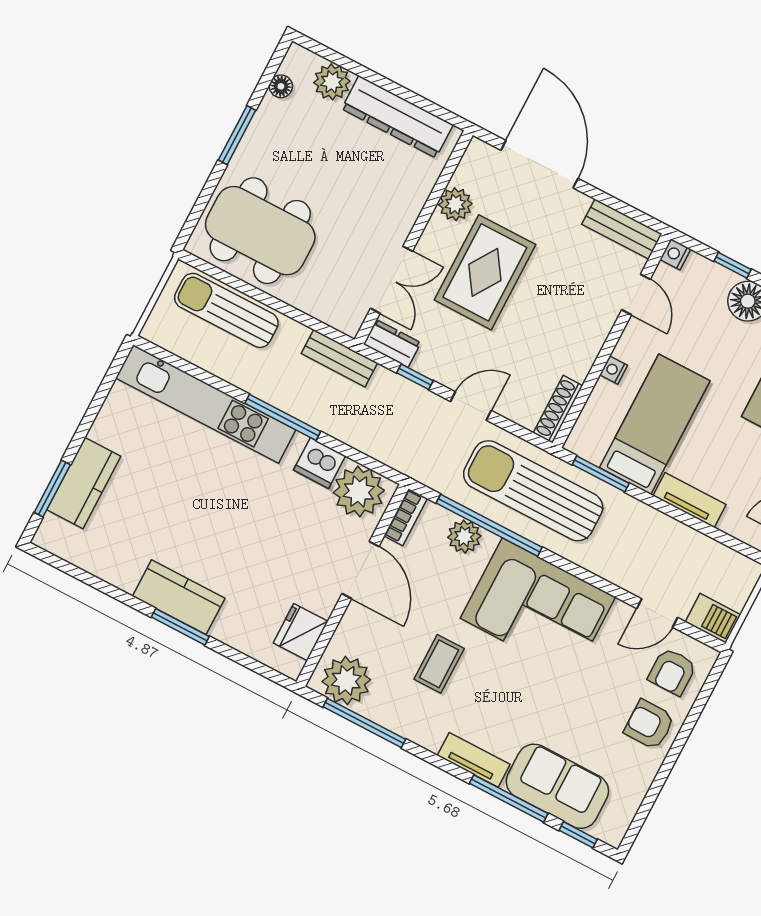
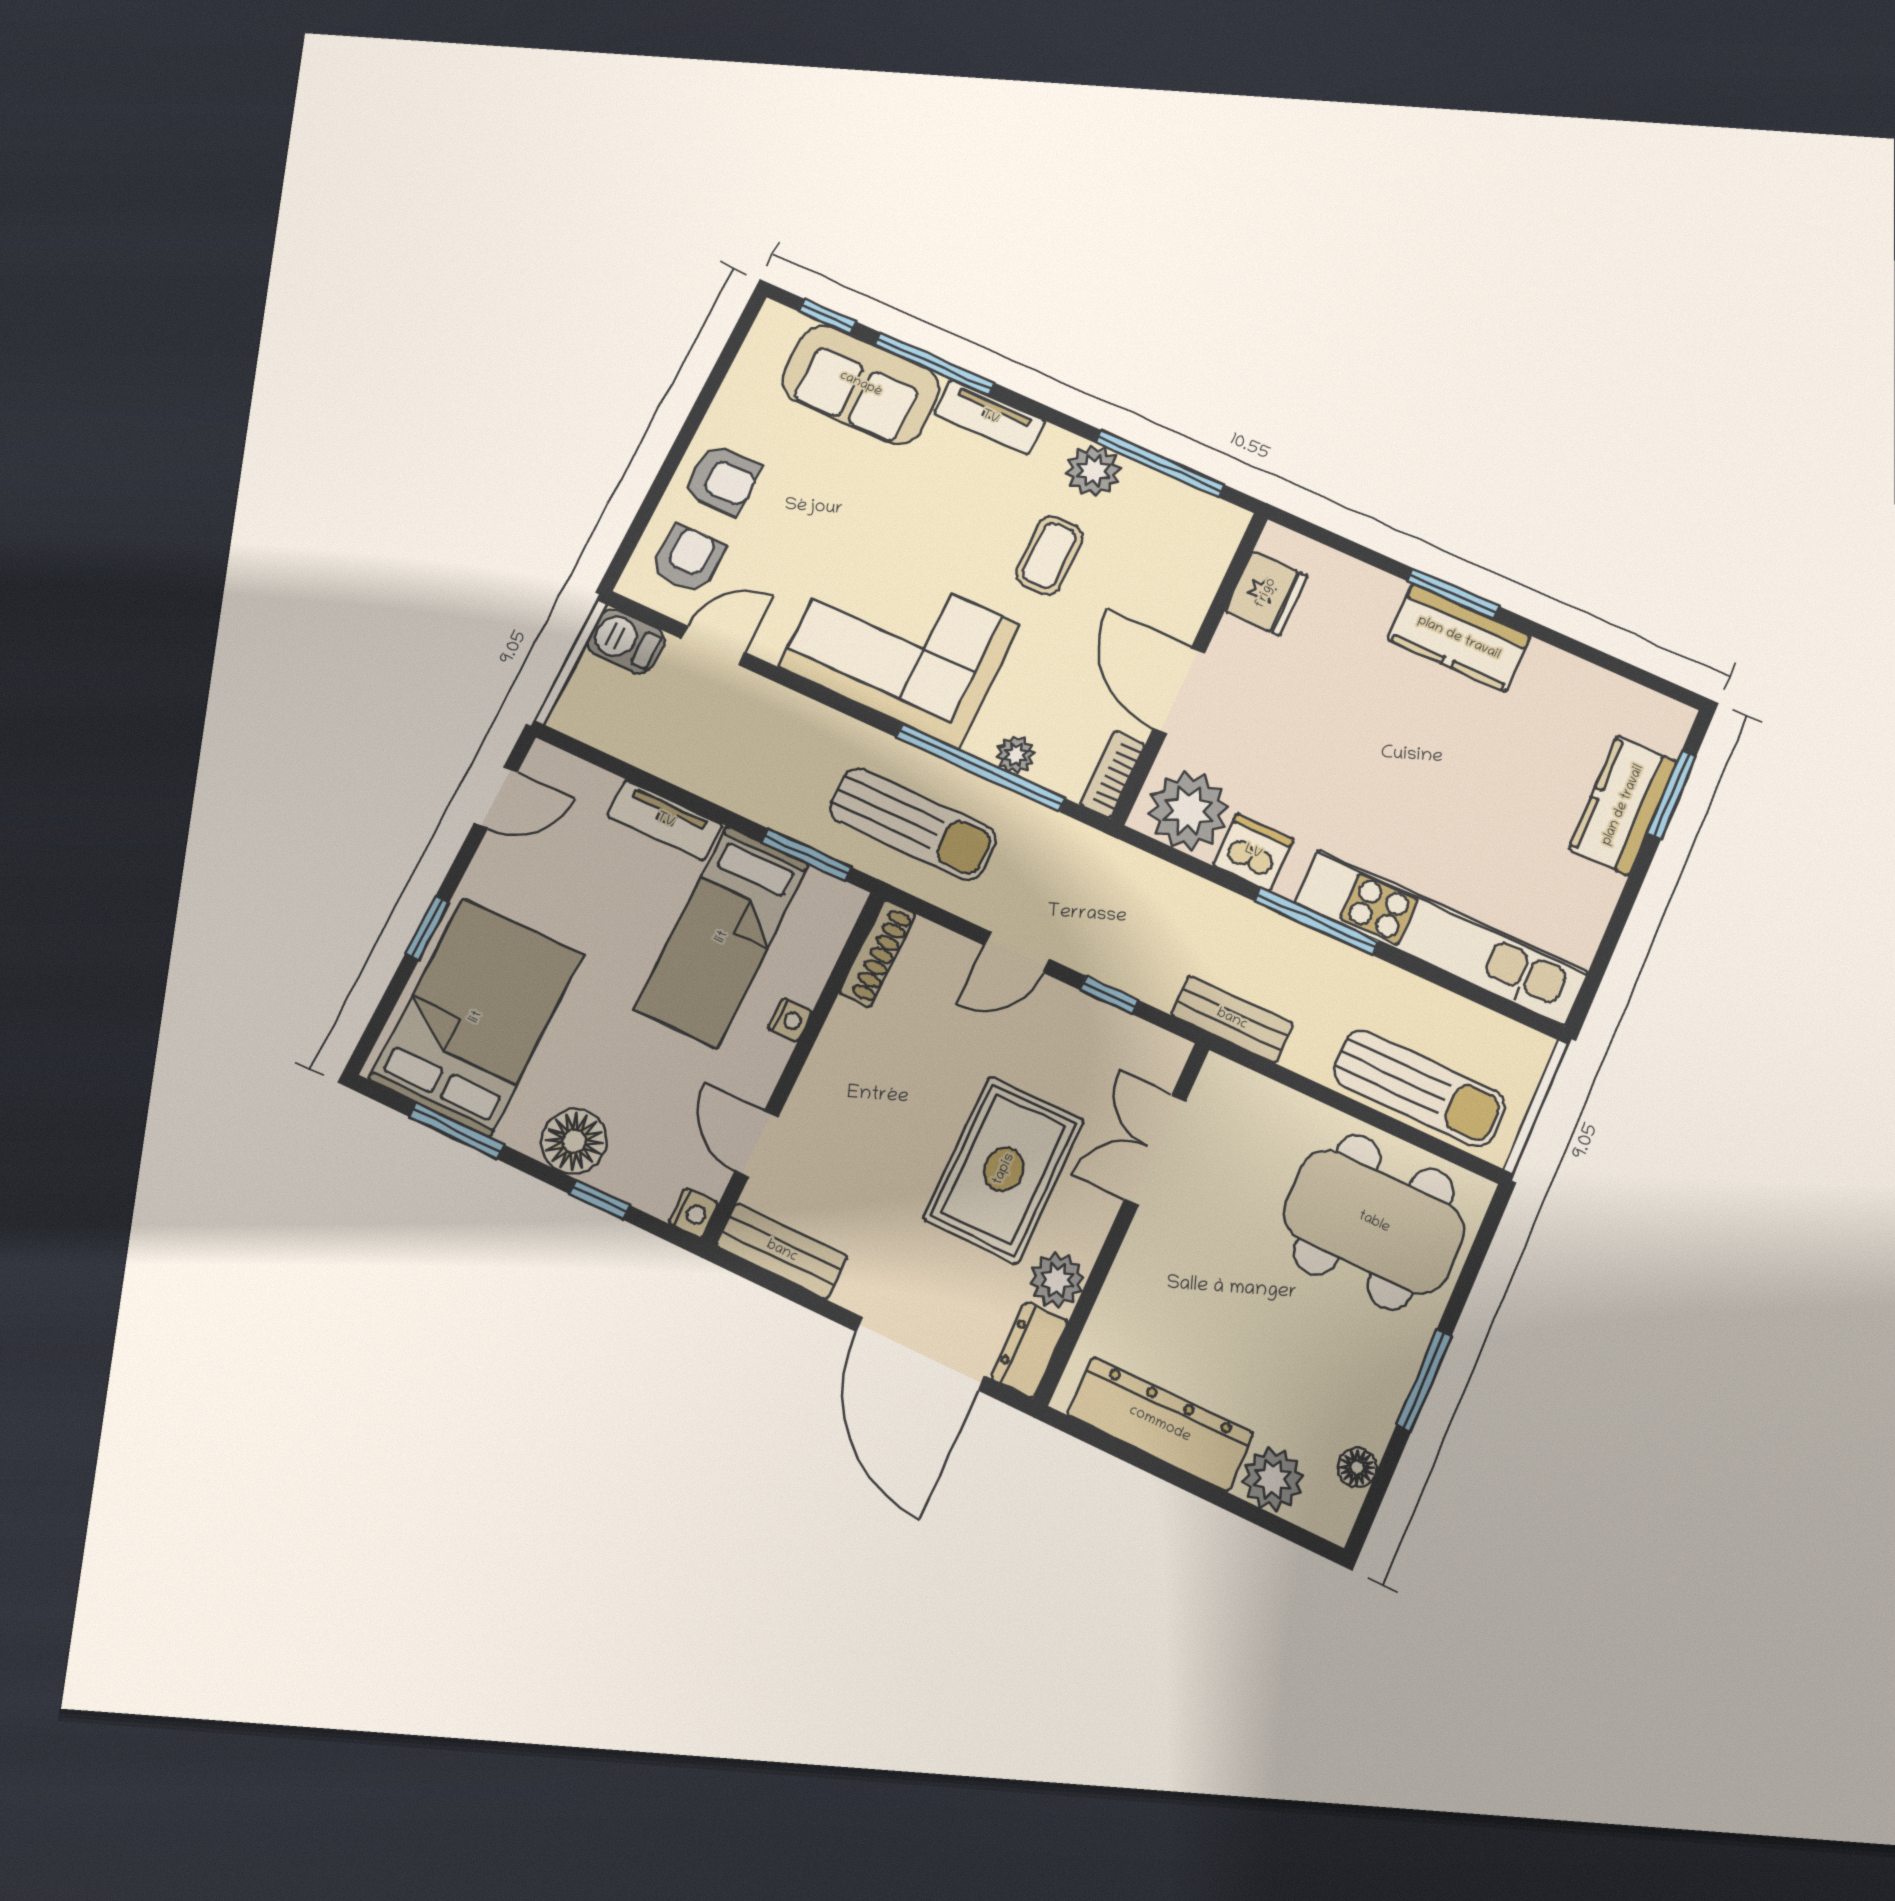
dresser: (392, 343) -> (1030, 1350), moved, turned 90
sun lounger: (533, 491) -> (913, 824), width x0.73, depth x0.75
plant: (464, 537) -> (1016, 755), width x0.73, depth x0.73
plant: (346, 681) -> (1093, 471), moved, width x0.73, depth x0.73

